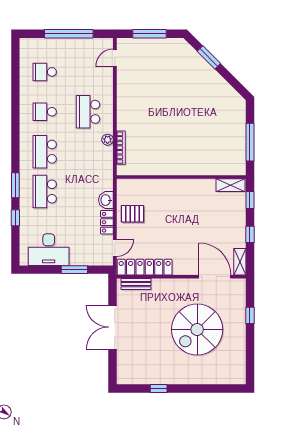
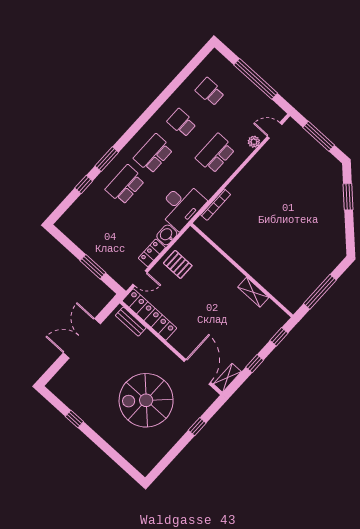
plant: (108, 140) -> (254, 142), moved
shelving: (231, 185) -> (253, 292), moved
desk: (49, 250) -> (181, 205), moved, turned -90

